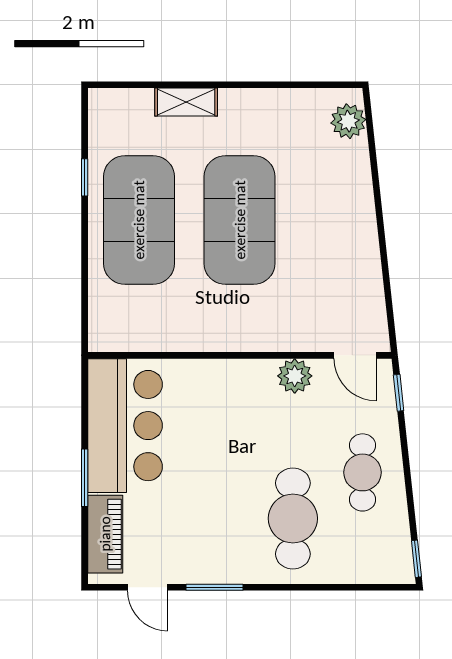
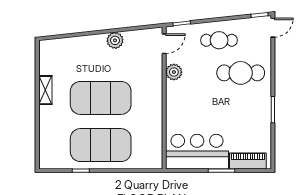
shelving: (186, 102) -> (45, 90), moved
plant: (348, 121) -> (115, 40), moved
door: (148, 587) -> (273, 28), moved

